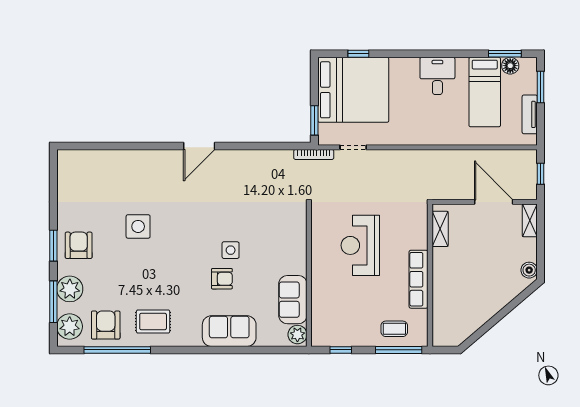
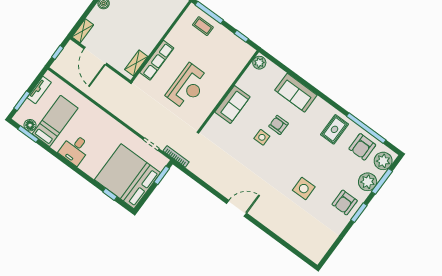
row of seats: (419, 279) -> (157, 60), moved
sofa: (293, 300) -> (232, 104), moved
rug: (153, 322) -> (334, 129), turned 90

